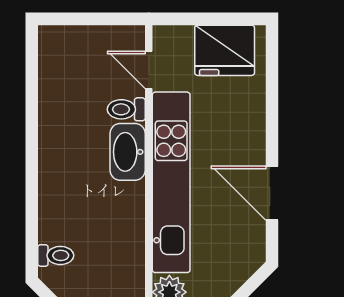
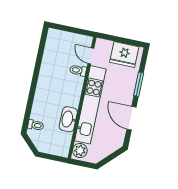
window: (272, 112) -> (139, 84), added
washbasin: (128, 152) -> (68, 119), moved

